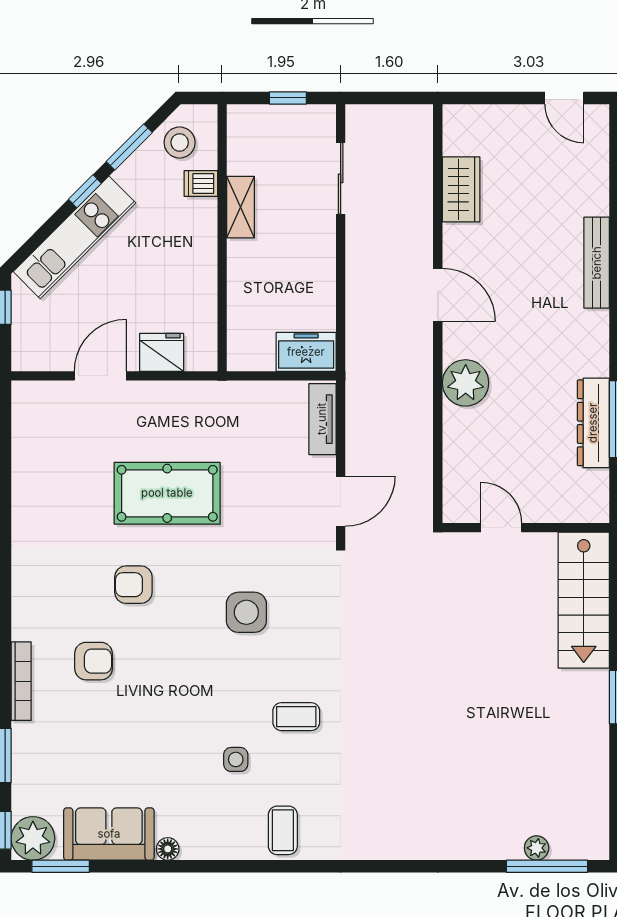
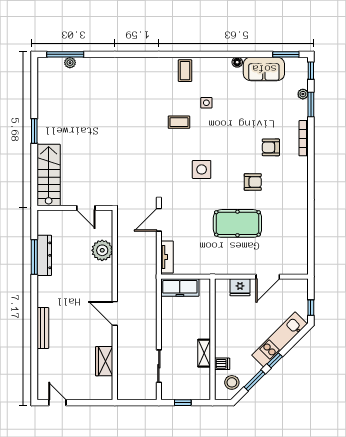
freezer: (306, 352) -> (180, 288), width x1.40
plant: (466, 383) -> (102, 250), moved
plant: (33, 838) -> (303, 94), moved, width x0.53, depth x0.53

